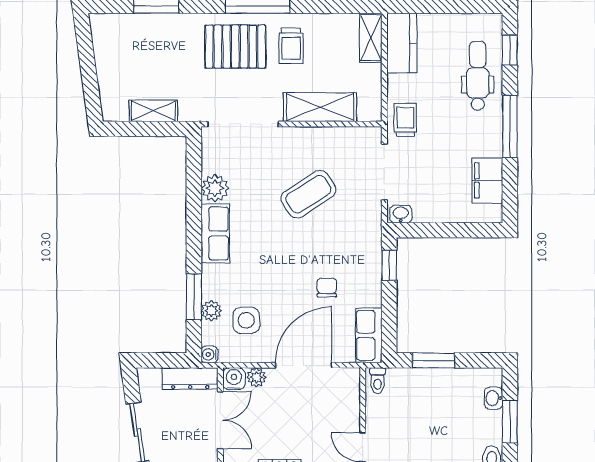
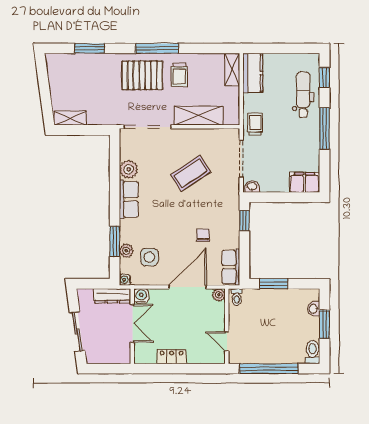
shelving: (153, 111) -> (70, 118), moved
filing cabinet: (487, 181) -> (305, 182), moved, turned 90
plant: (256, 377) -> (219, 295), moved

